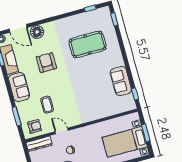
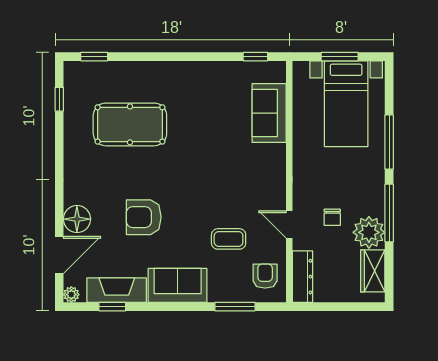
pool table: (88, 44) -> (130, 124), turned 90
sofa: (121, 81) -> (269, 113), moved, turned 90
door: (62, 131) -> (289, 224), hinge flipped

